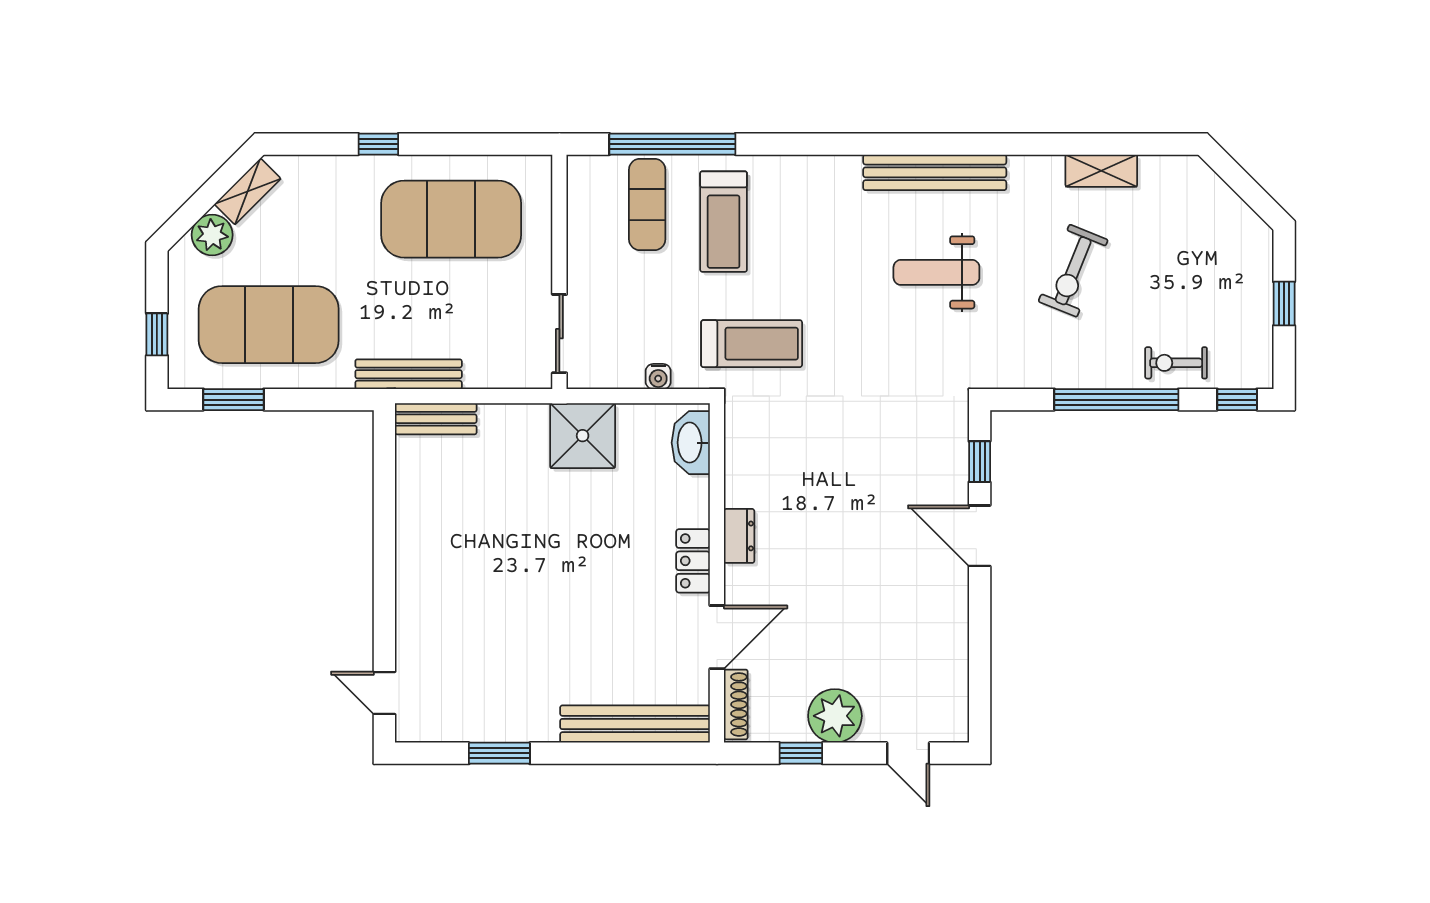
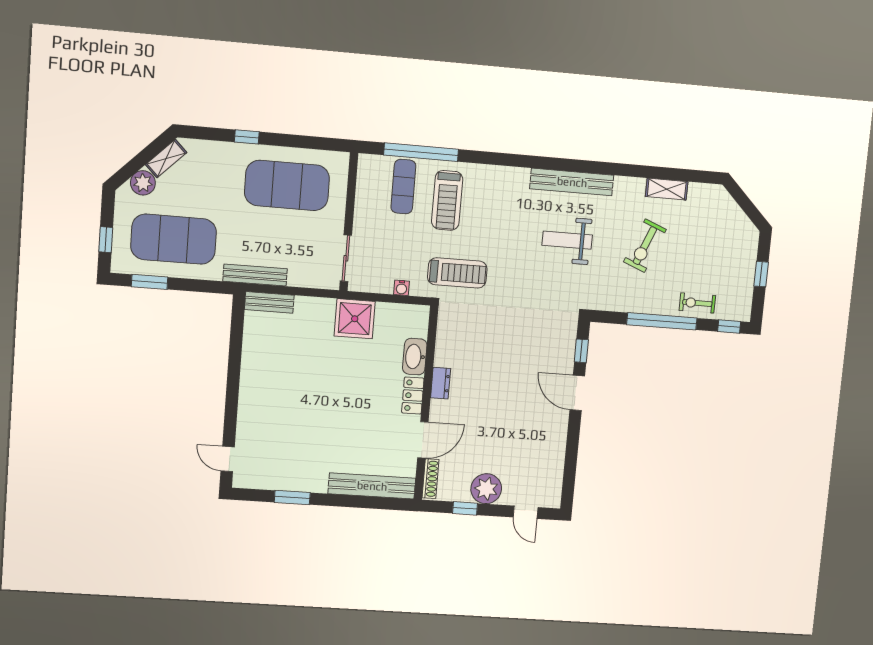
washbasin: (691, 443) -> (415, 357), moved

